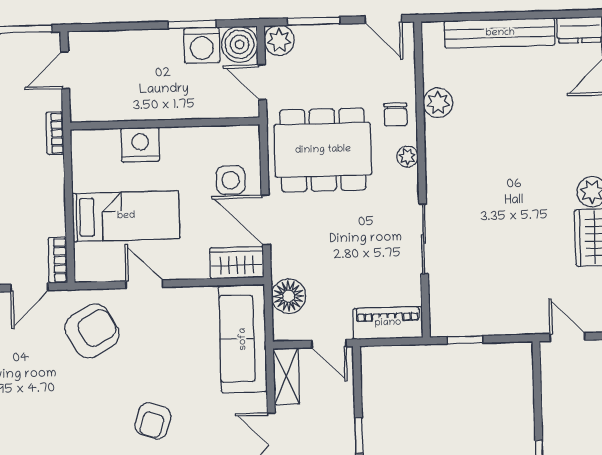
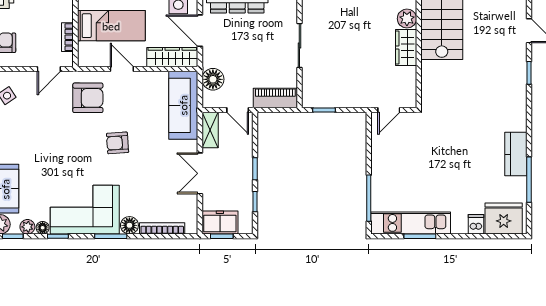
bookcase: (58, 260) -> (67, 37), moved
wardrobe: (237, 263) -> (172, 57), width x1.50
armchair: (92, 331) -> (88, 98), turned 30
door: (567, 337) -> (389, 110), swing flipped
armchair: (153, 421) -> (118, 143), moved, turned 68

